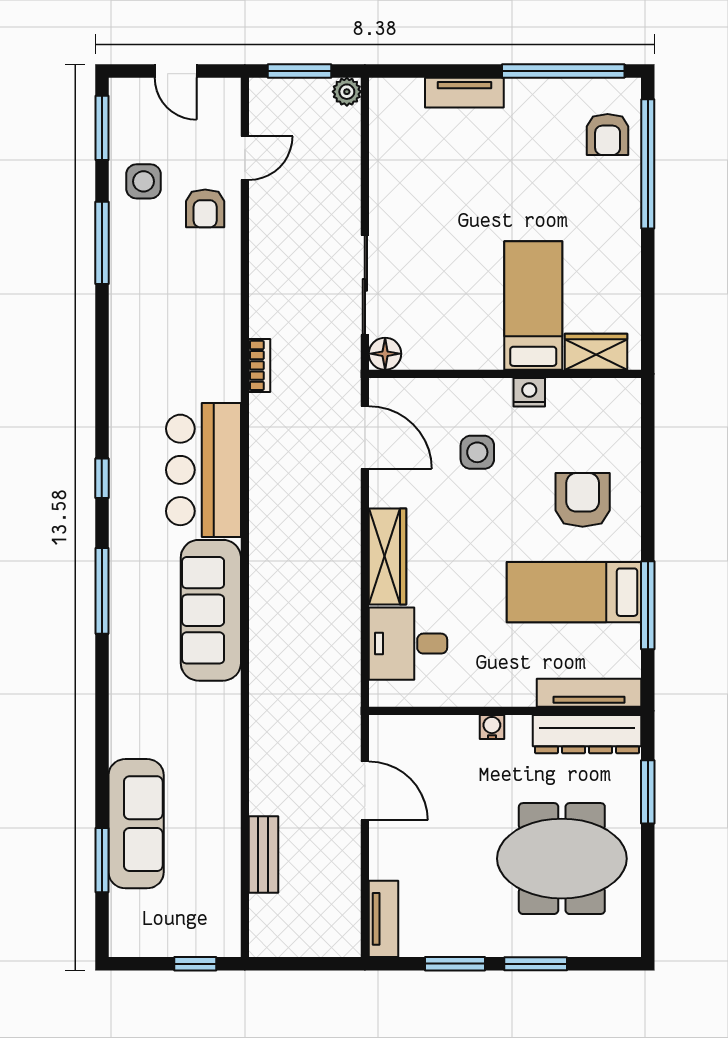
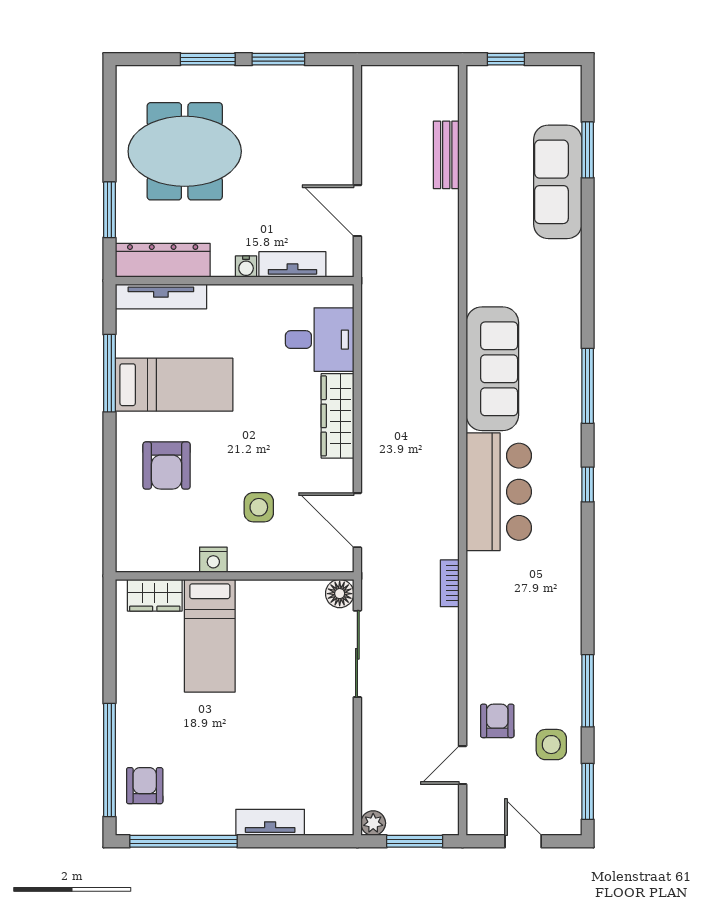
tv unit: (383, 919) -> (292, 264), moved, turned 90

